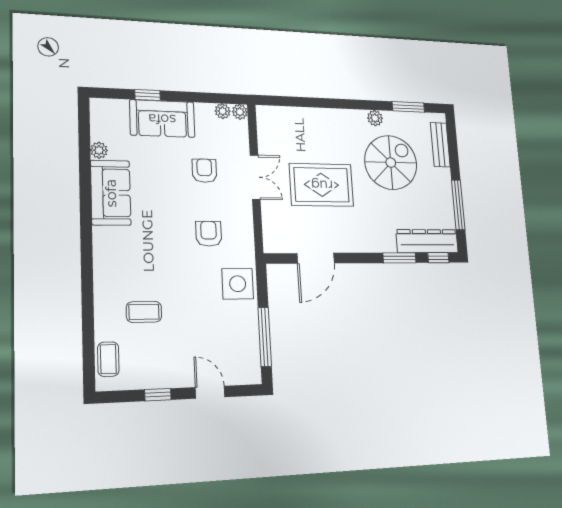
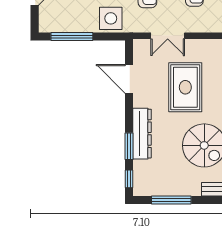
double door: (255, 177) -> (168, 36), moved
dresser: (427, 241) -> (142, 134), moved

